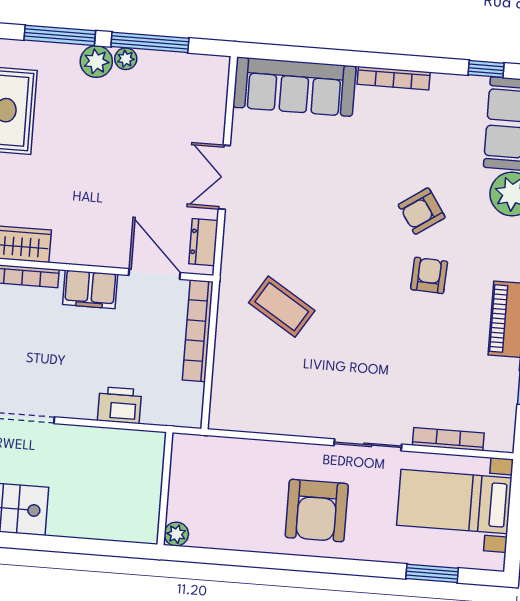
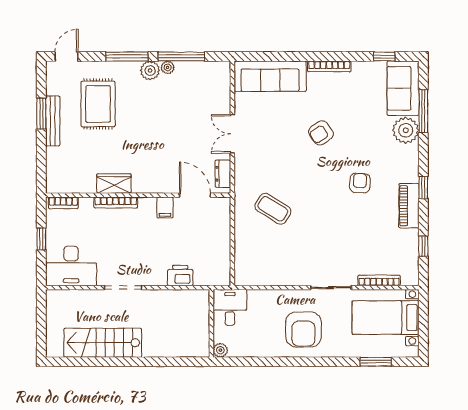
armchair: (422, 211) -> (321, 133), moved
filing cabinet: (90, 289) -> (165, 207), width x0.50
bookcase: (198, 331) -> (224, 227), removed
desk: (198, 464) -> (230, 307), added

